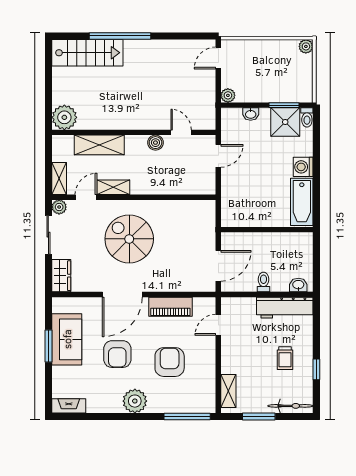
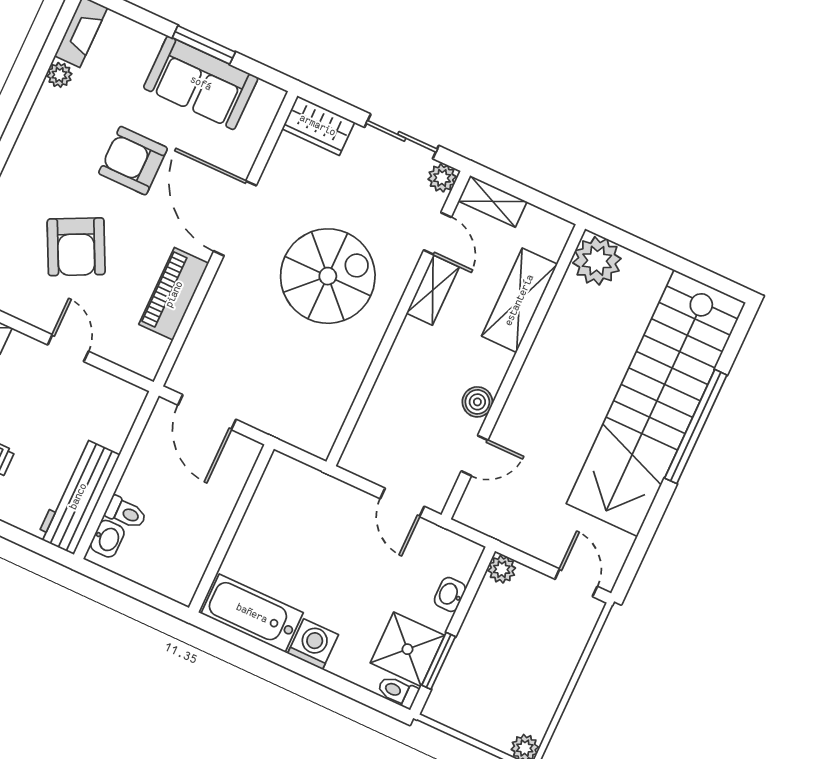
stairs: (87, 53) -> (656, 403), width x1.86, depth x1.51
toilet: (263, 282) -> (126, 513), moved
door: (218, 325) -> (68, 348), moved
armchair: (170, 362) -> (76, 247), turned 64
plant: (135, 401) -> (59, 75), moved, width x0.53, depth x0.53

